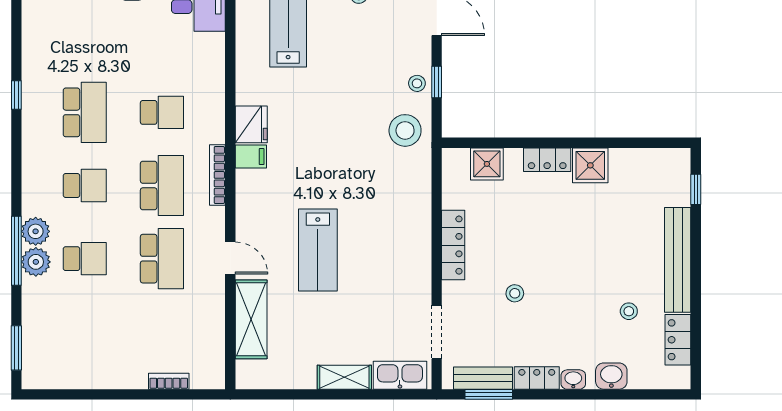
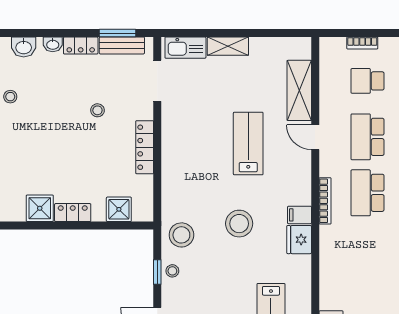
school desk: (162, 112) -> (368, 81), moved
stool: (330, 145) -> (239, 224), added

